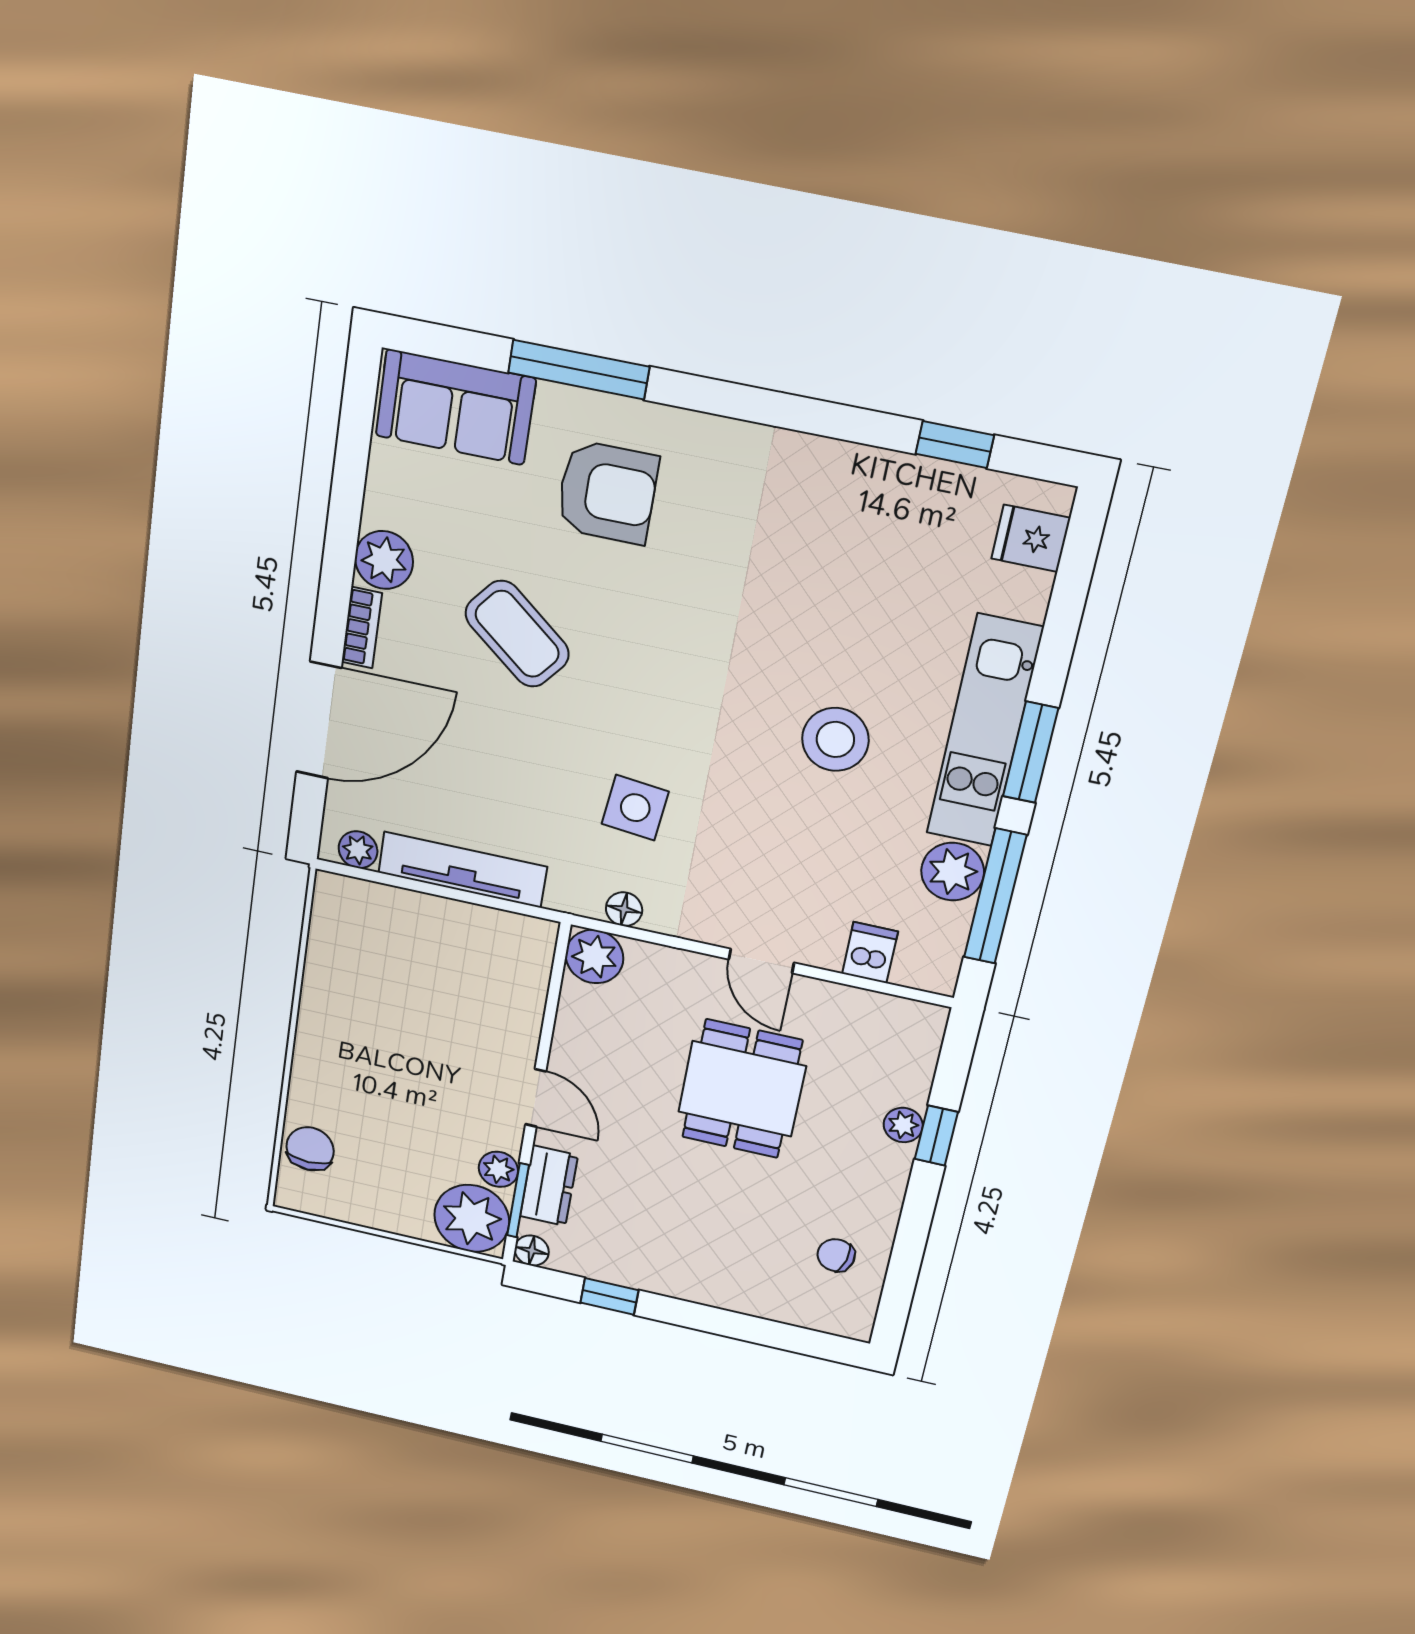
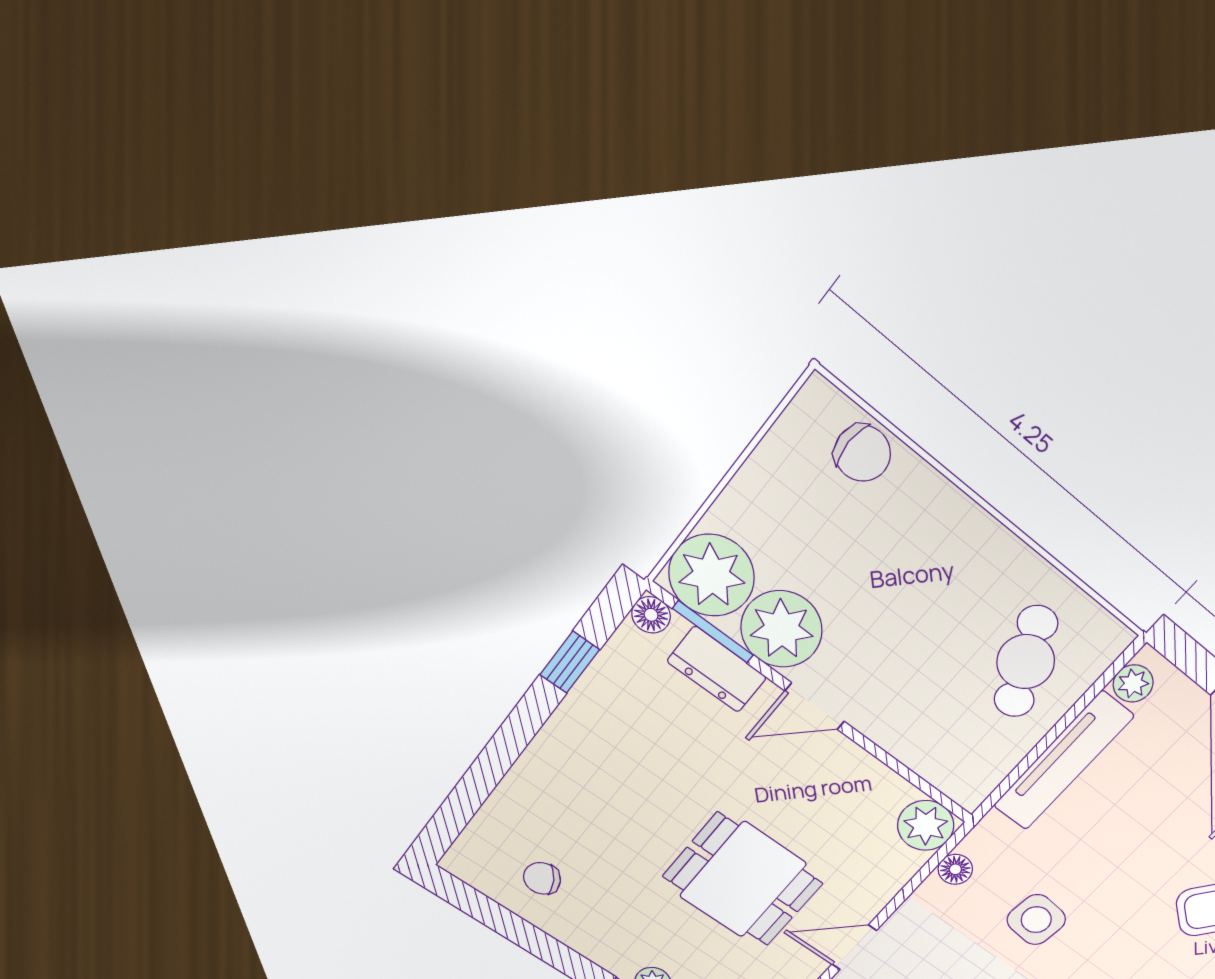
cafe table: (394, 948) -> (1026, 662), added
plant: (498, 1169) -> (782, 629), width x1.87, depth x1.87
chair: (836, 1255) -> (542, 878), turned -131

